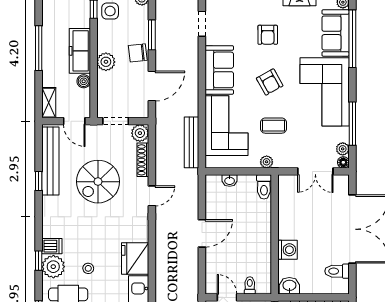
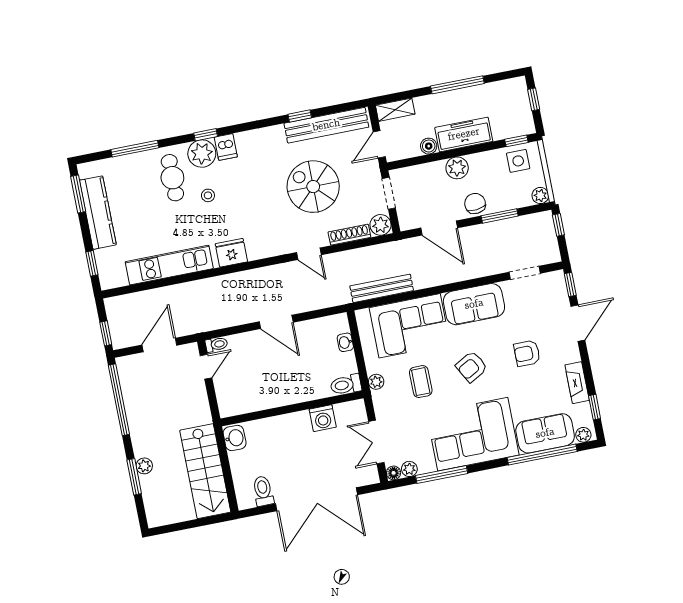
washing machine: (287, 250) -> (323, 418), moved
fridge: (135, 259) -> (231, 253), width x0.73, depth x0.75
toilet: (250, 285) -> (216, 344), moved

